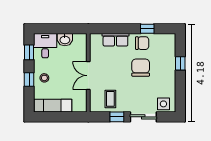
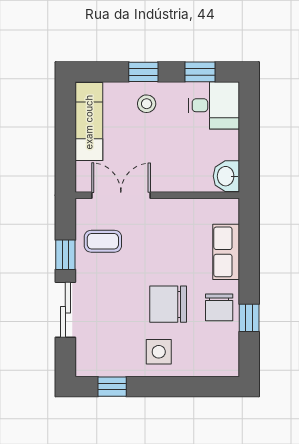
washbasin: (65, 40) -> (226, 176), moved
window: (180, 63) -> (112, 387), moved
chair: (141, 68) -> (168, 304), turned 180
double door: (88, 76) -> (121, 195), moved
side table: (163, 104) -> (159, 352), moved

